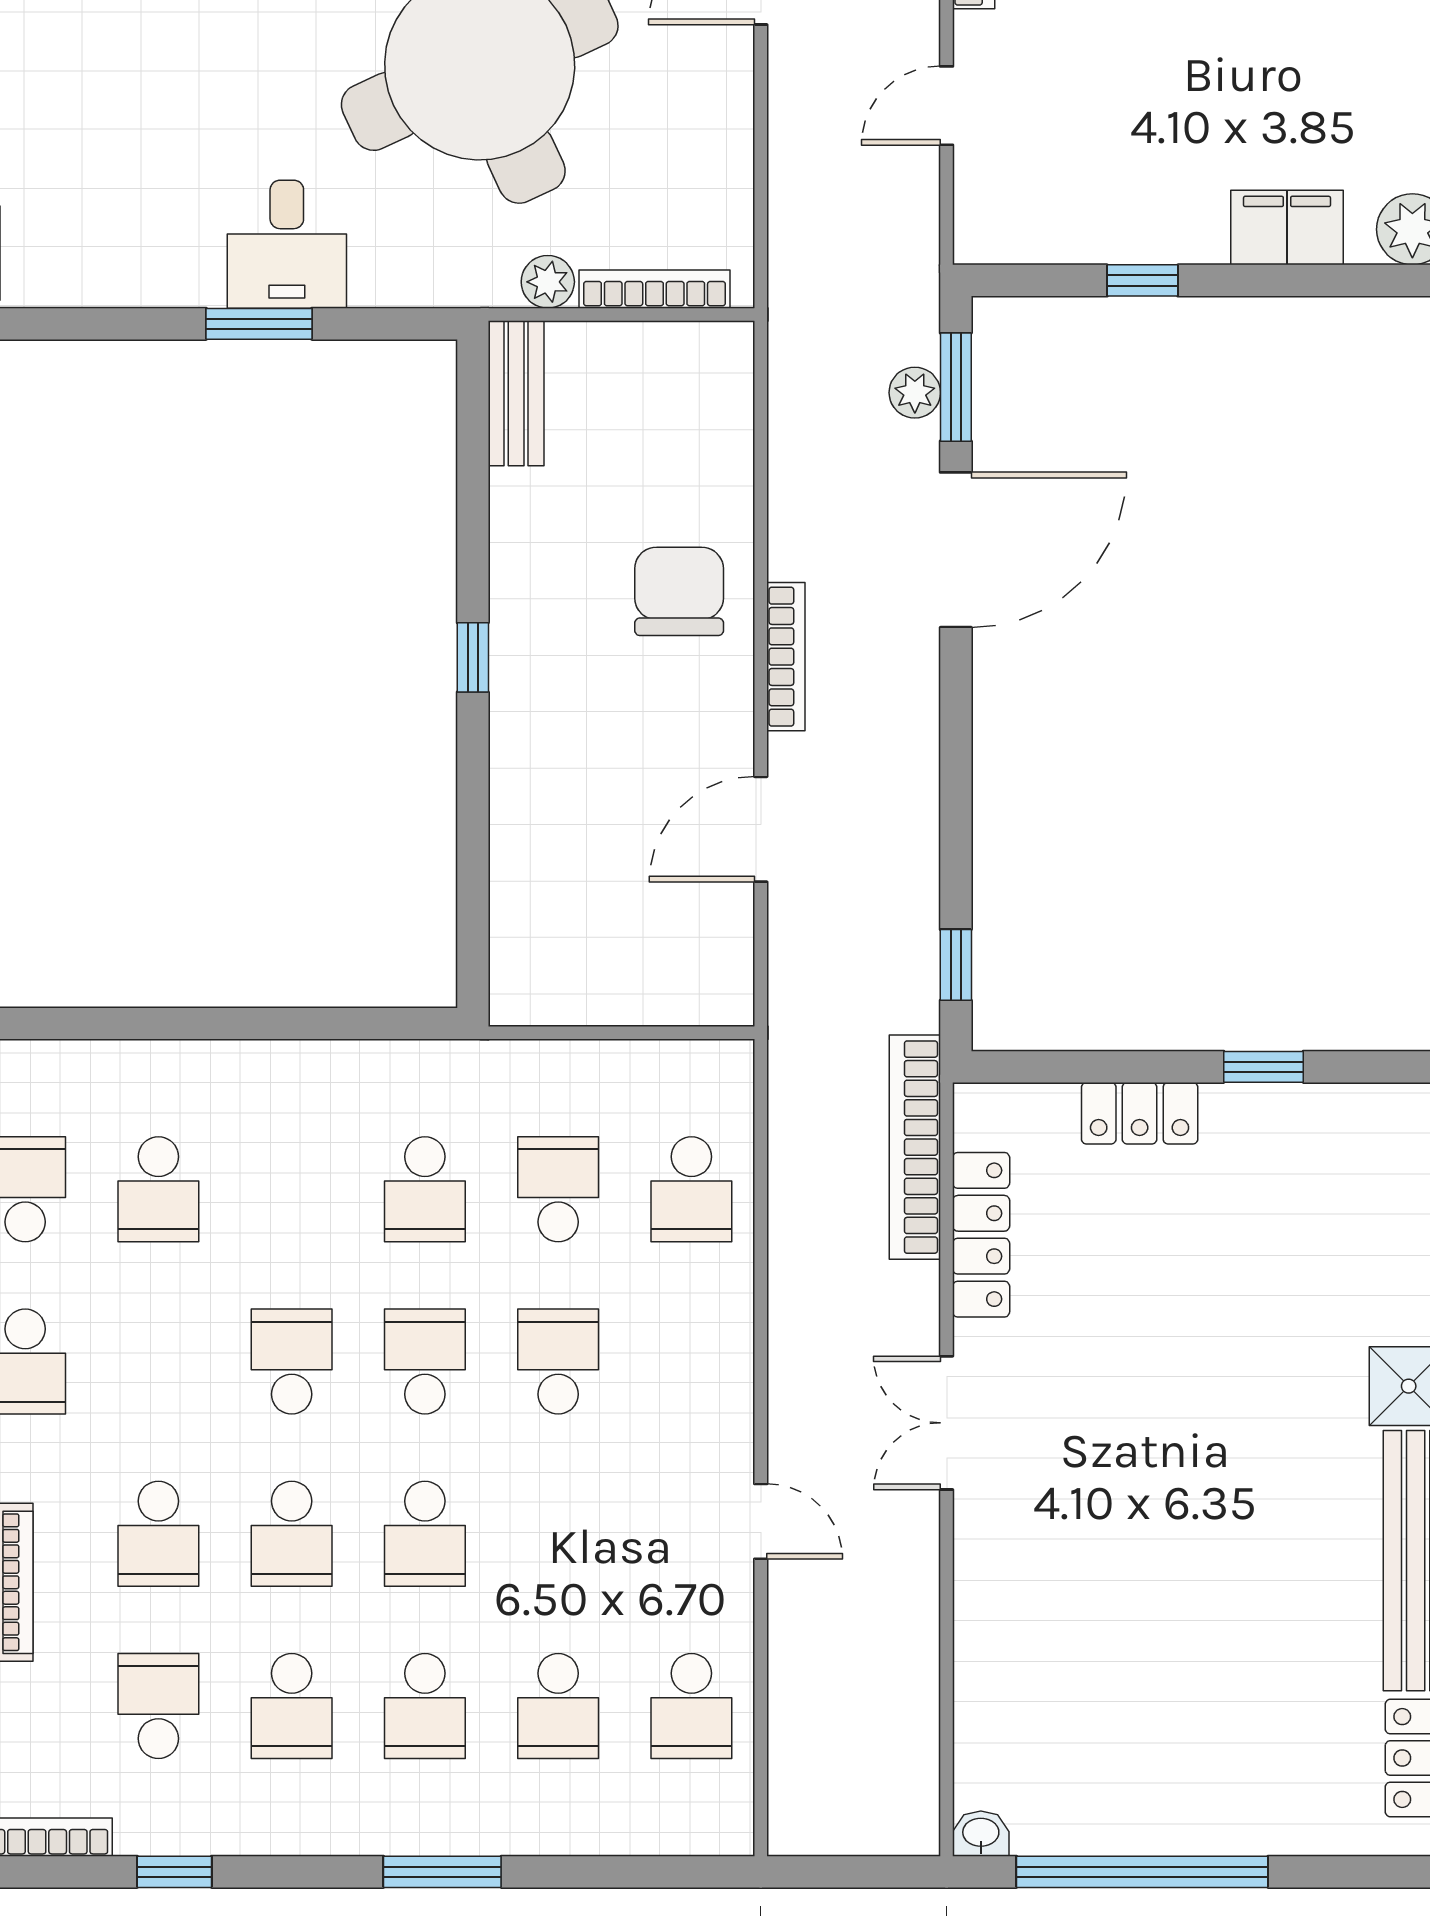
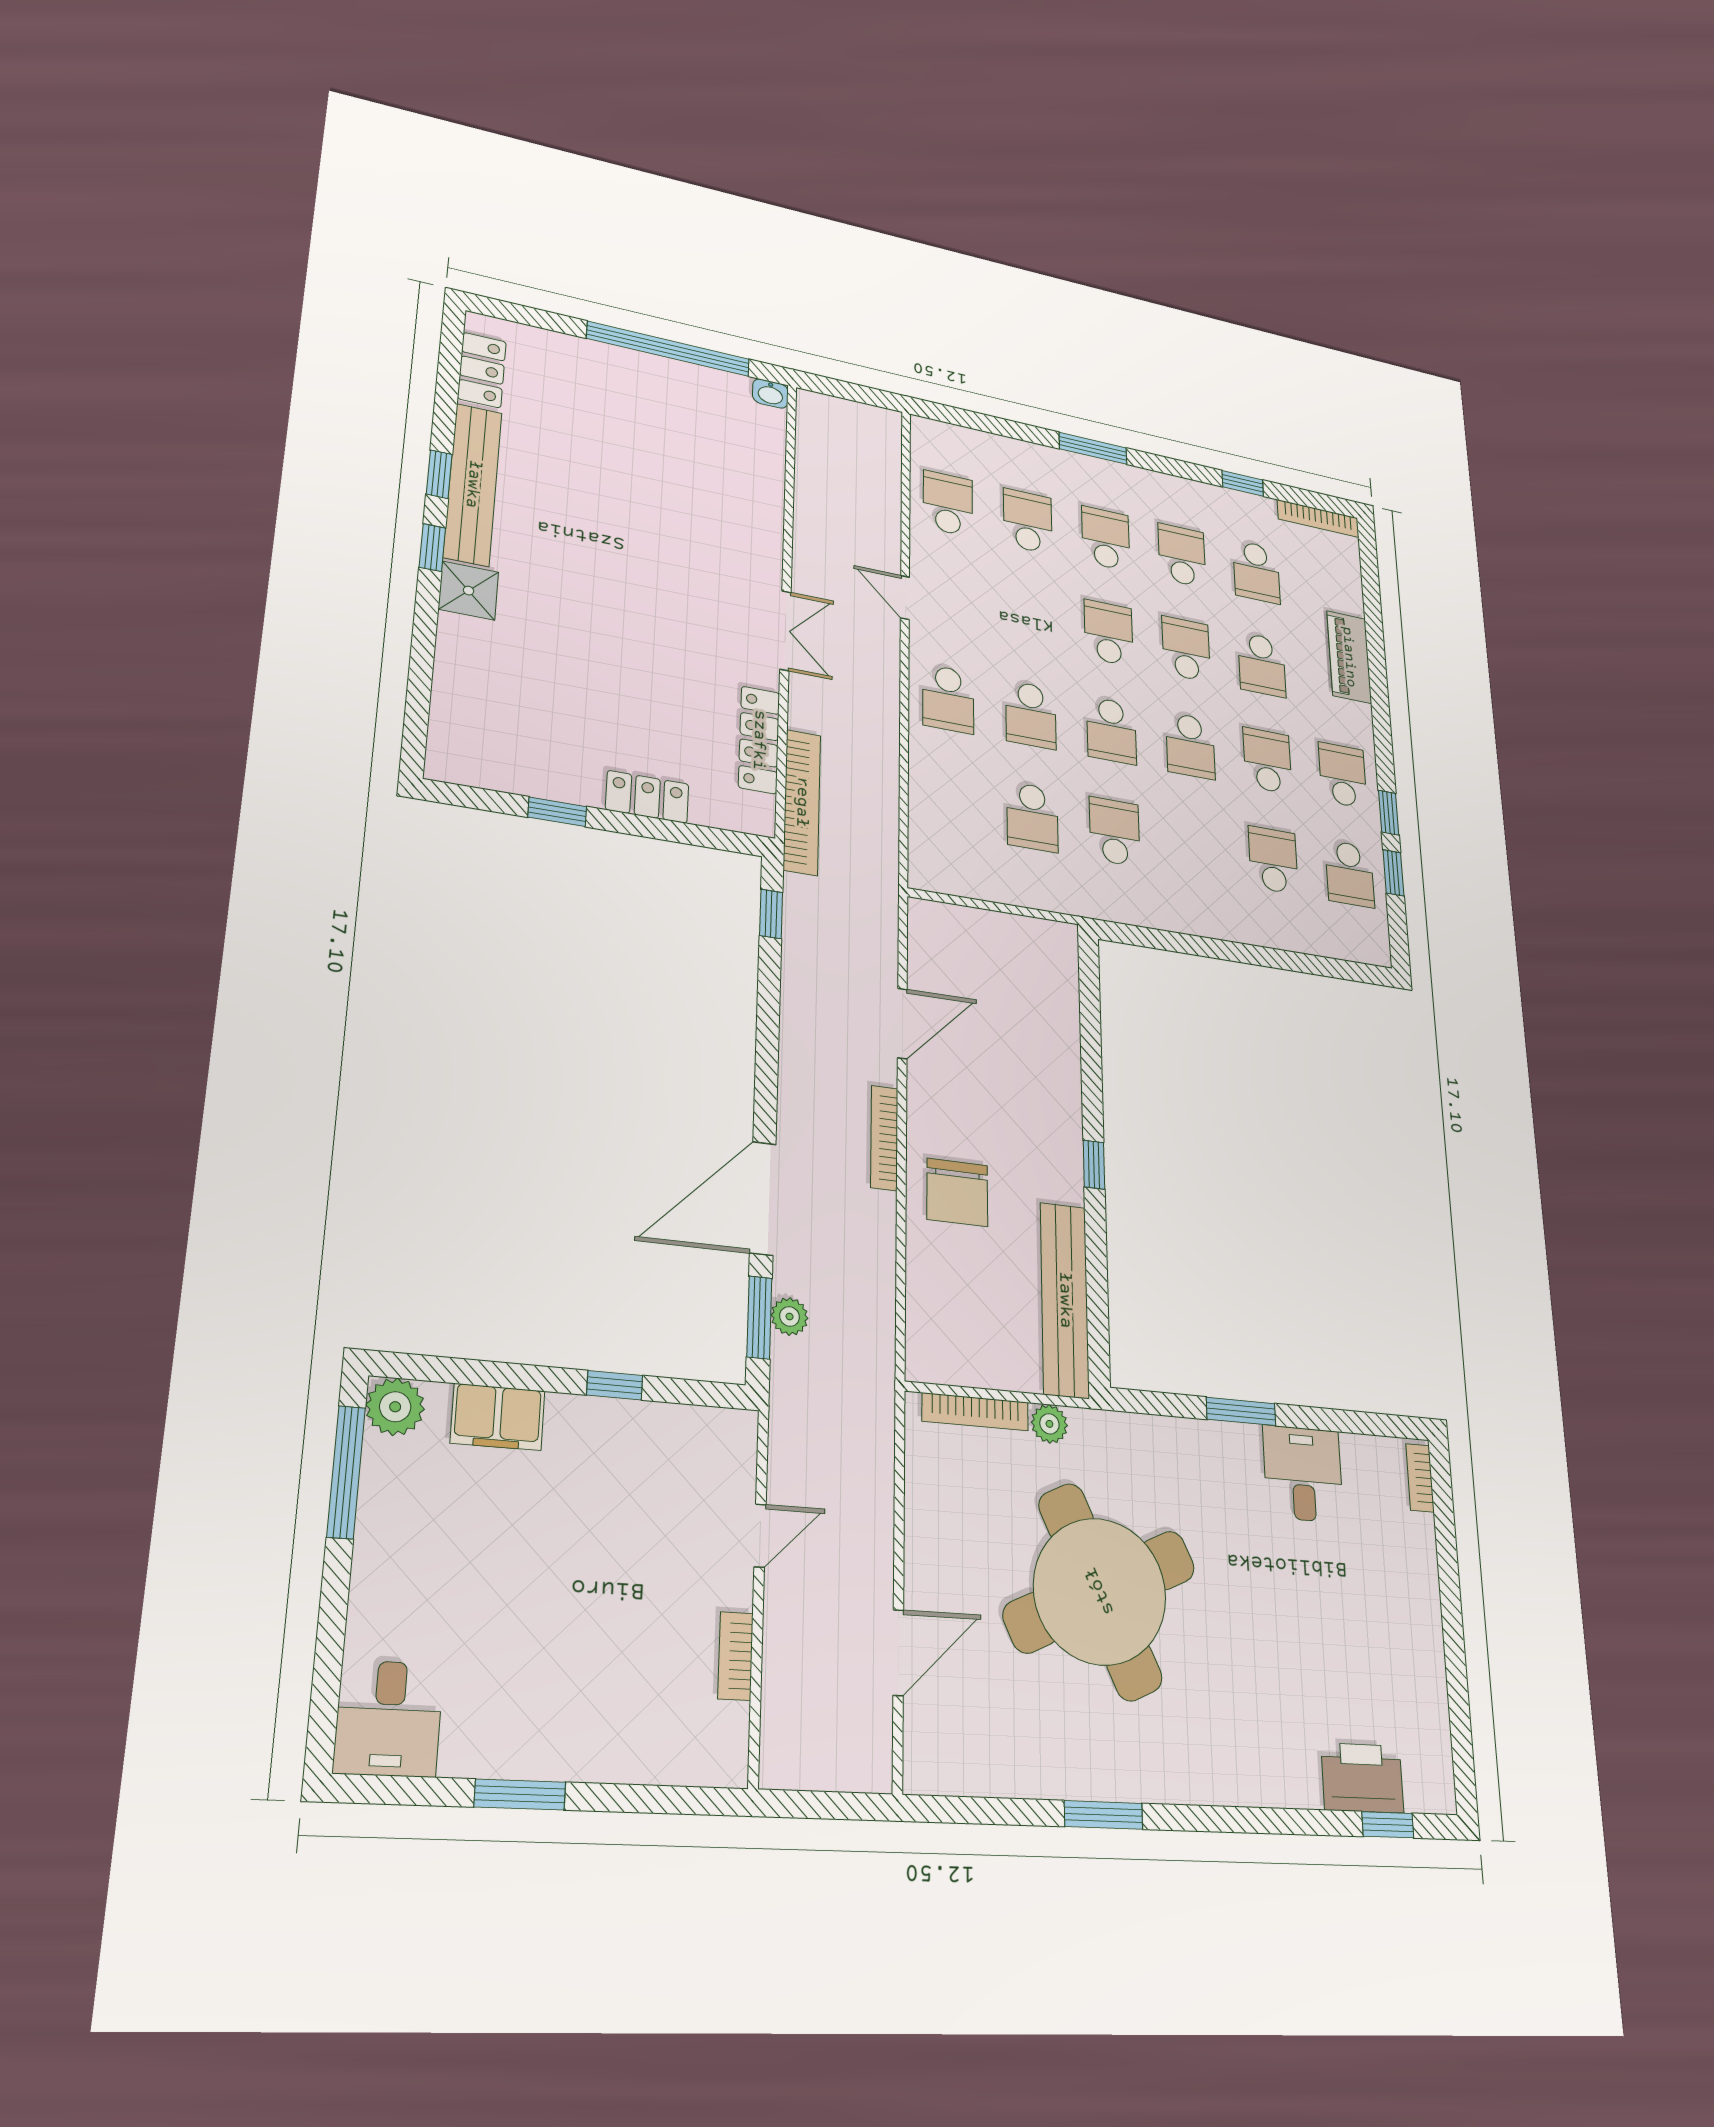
desk: (287, 244) -> (1303, 1474), moved
bench: (516, 393) -> (1065, 1300), width x1.86, depth x1.21
school desk: (691, 1189) -> (948, 699), moved, turned 180
school desk: (158, 1362) -> (1267, 761), added
school desk: (158, 1534) -> (1262, 665), turned 180

